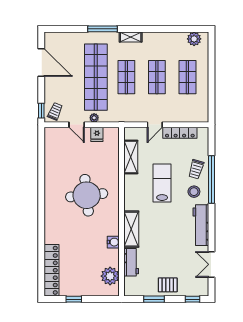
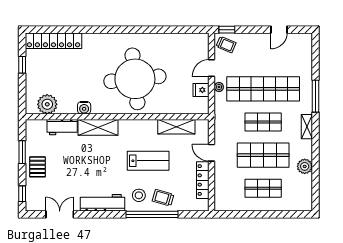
plant: (194, 39) -> (305, 166), moved
door: (41, 63) -> (279, 30), width x0.53
shop shelf: (157, 77) -> (263, 155), width x1.43, depth x1.36
round table: (87, 195) -> (135, 79), width x1.36, depth x1.36

